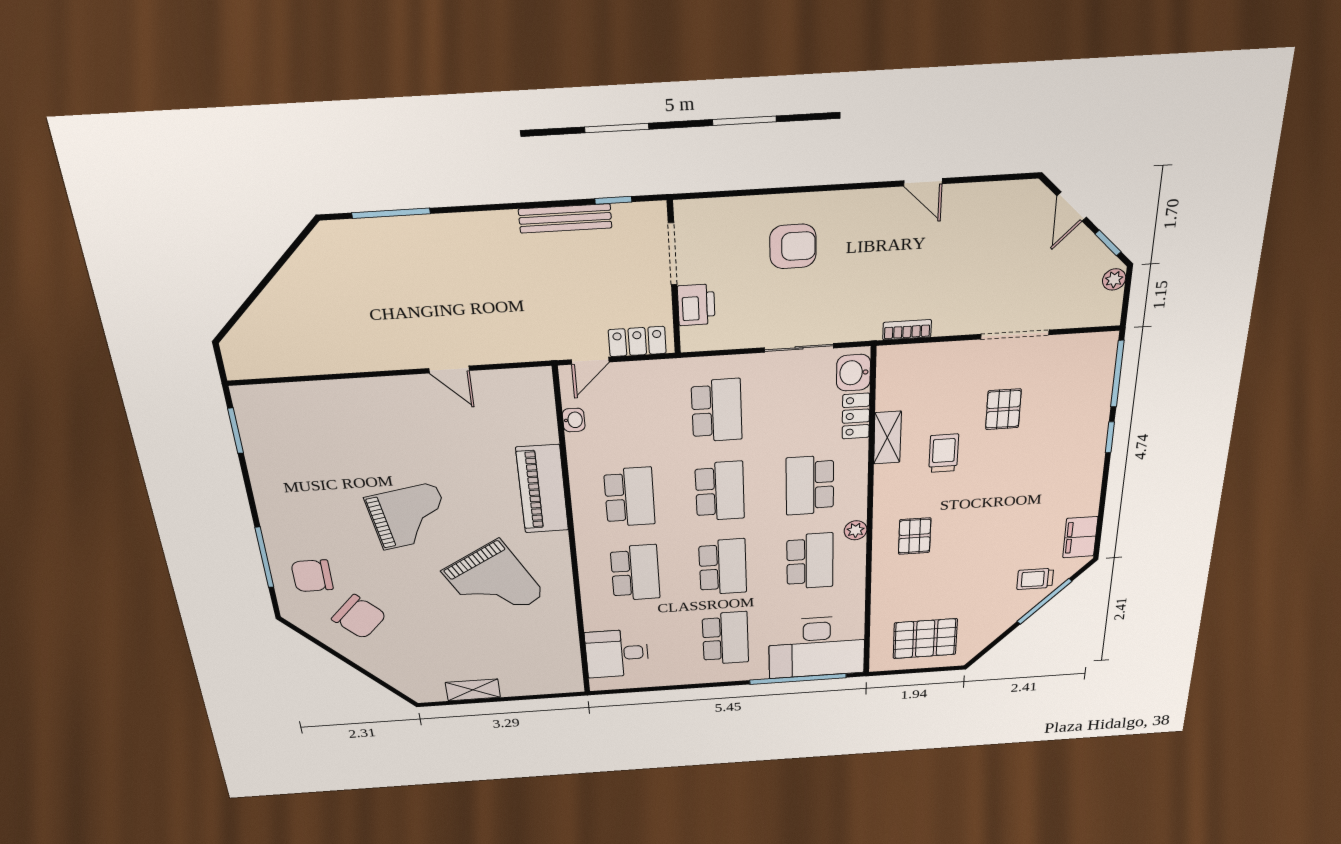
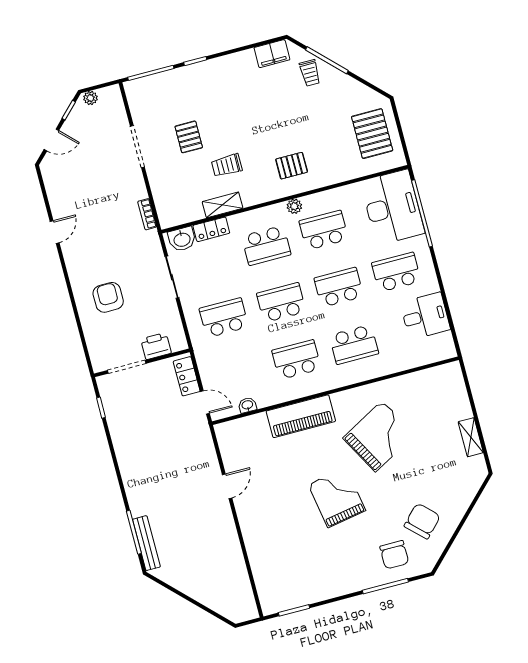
bench: (565, 218) -> (146, 543), moved
pallet: (1003, 409) -> (189, 137), turned 90
school desk: (635, 573) -> (354, 344), turned 180
desk: (617, 653) -> (425, 316), moved, turned -90

